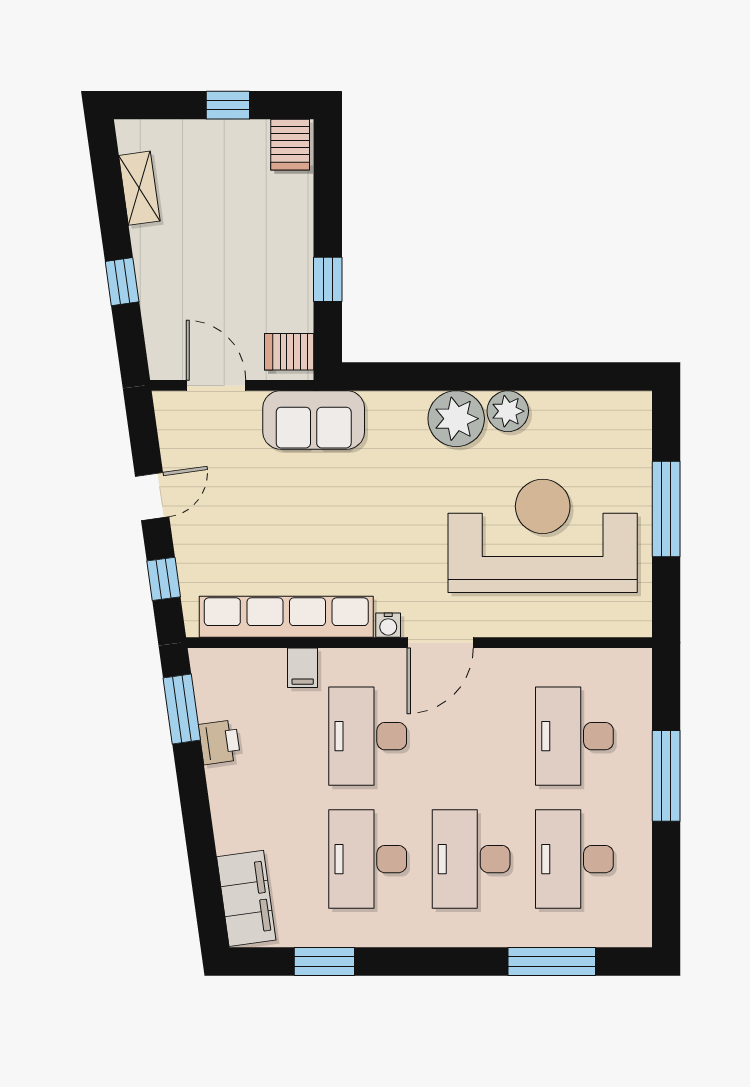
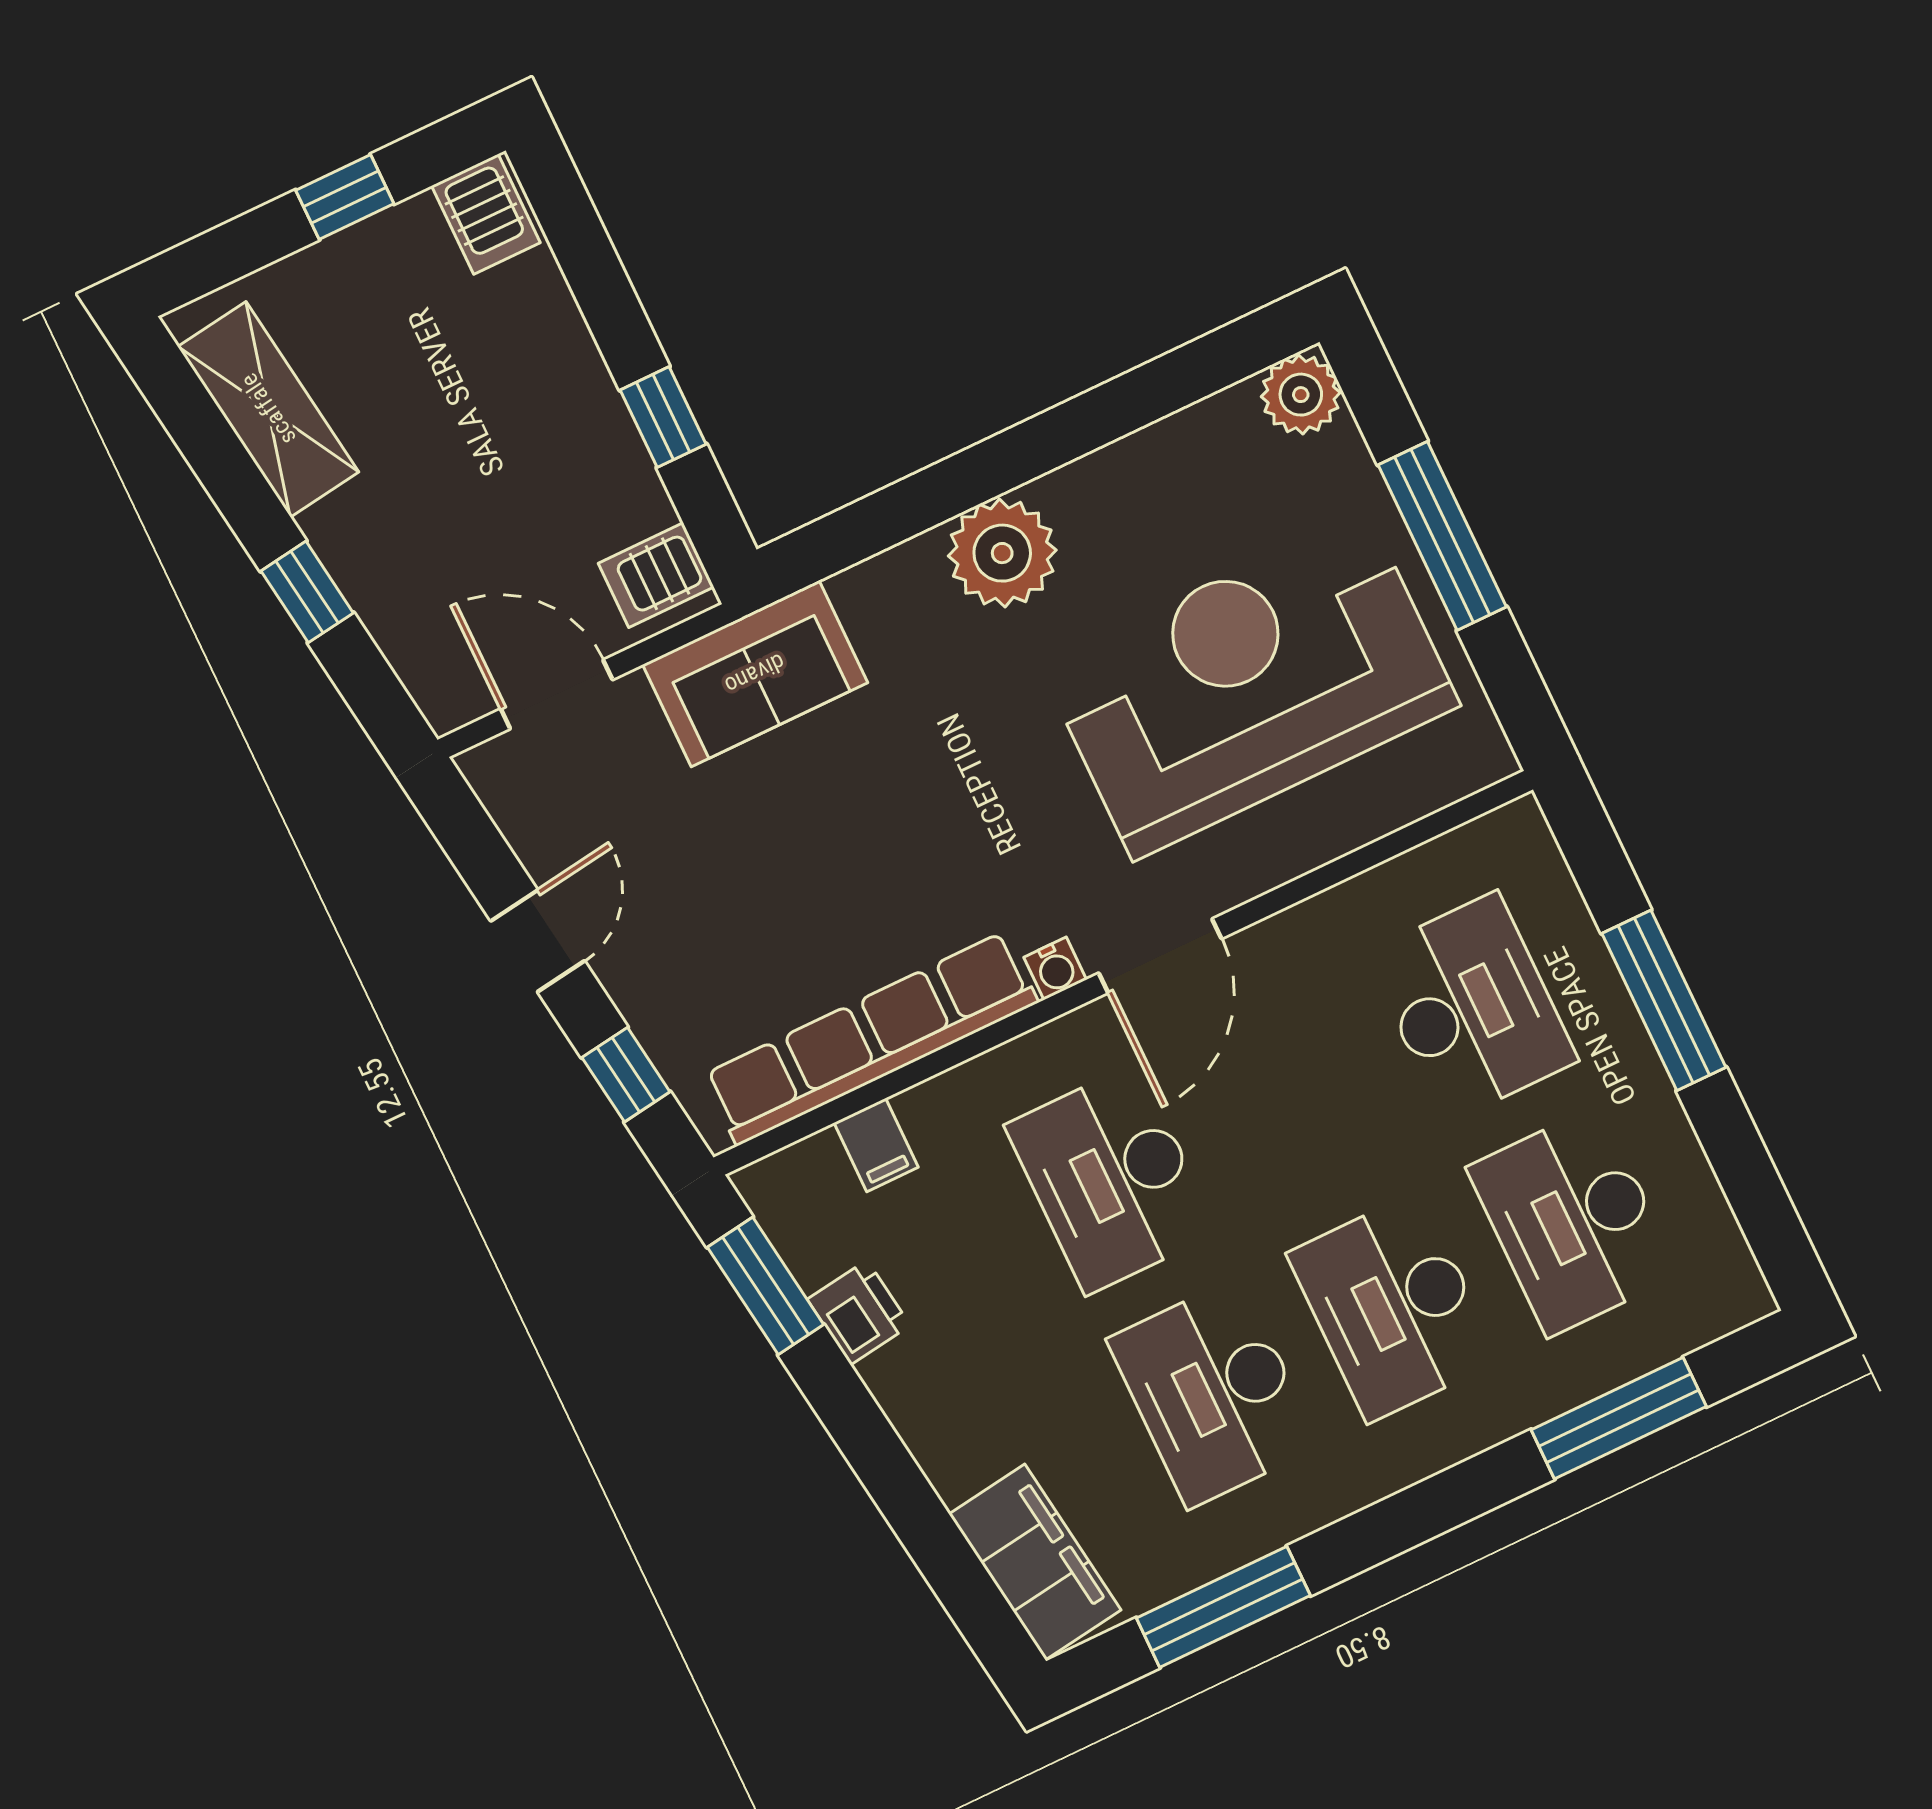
shelving: (139, 188) -> (268, 409), width x1.50, depth x1.33
plant: (508, 411) -> (1301, 395), moved
filing cabinet: (303, 668) -> (876, 1145), moved
desk: (574, 736) -> (1471, 1007), turned 180
window: (324, 961) -> (1223, 1607), width x1.44

